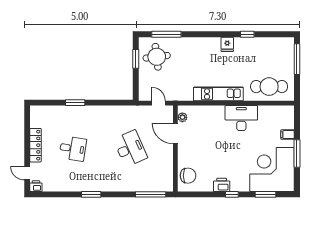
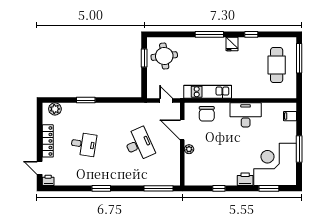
window: (166, 34) -> (209, 34), moved
cafe table: (269, 87) -> (277, 65), moved, turned 90
kitchen unit: (218, 94) -> (208, 92), moved
plant: (43, 112) -> (55, 109), added
plant: (182, 117) -> (189, 149), moved
filing cabinet: (288, 135) -> (290, 116), moved
chair: (188, 176) -> (207, 114), moved, turned 90
printer: (222, 185) -> (245, 179), moved
window: (232, 194) -> (219, 188), moved

